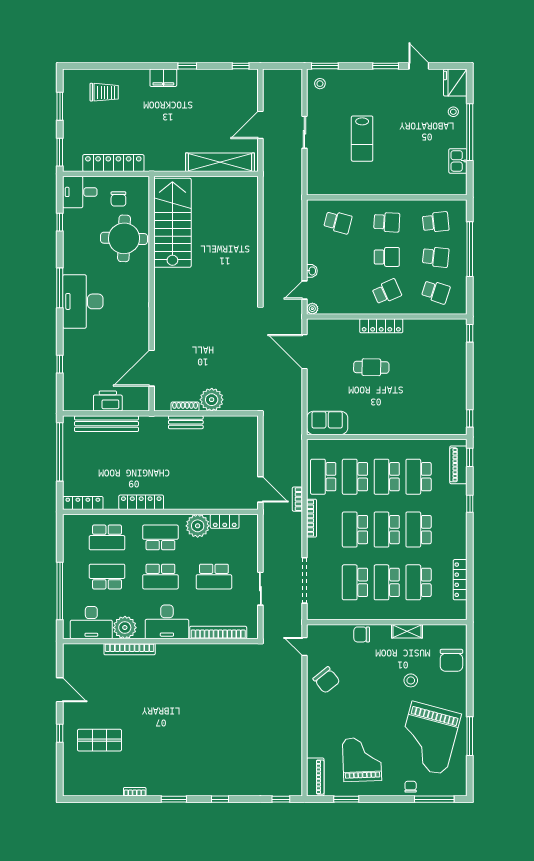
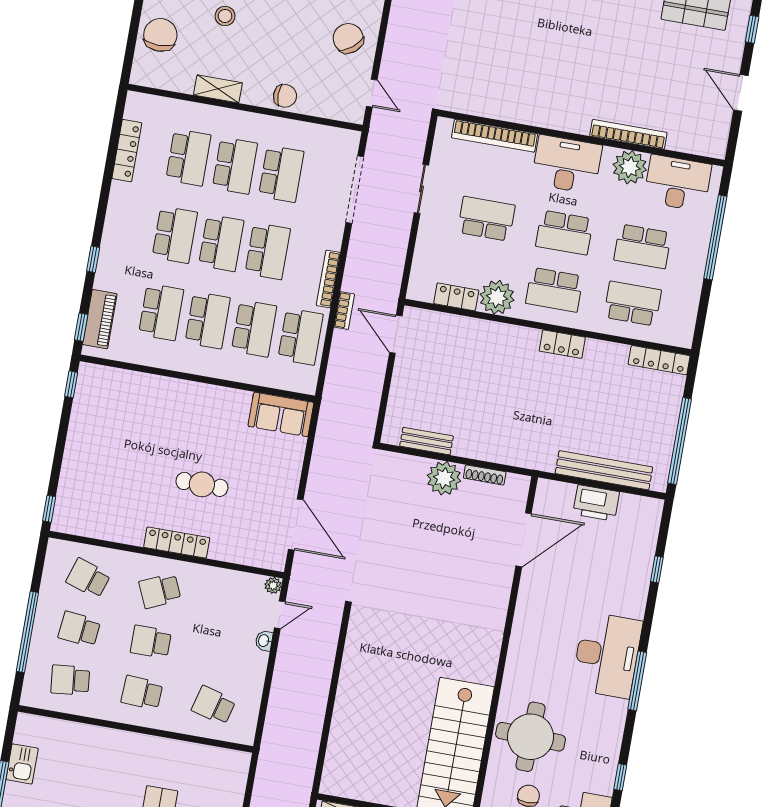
bench: (186, 422) -> (427, 441), moved
locker: (141, 502) -> (562, 344), width x0.66
school desk: (160, 577) -> (564, 233), turned 180

